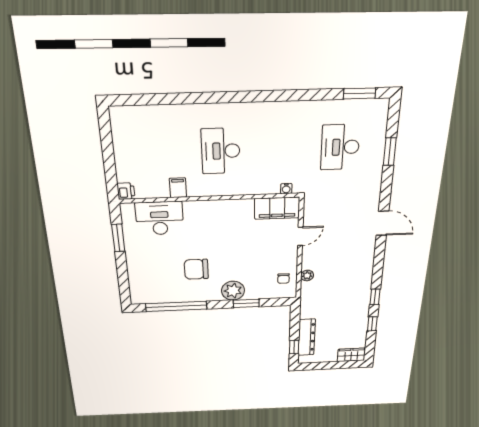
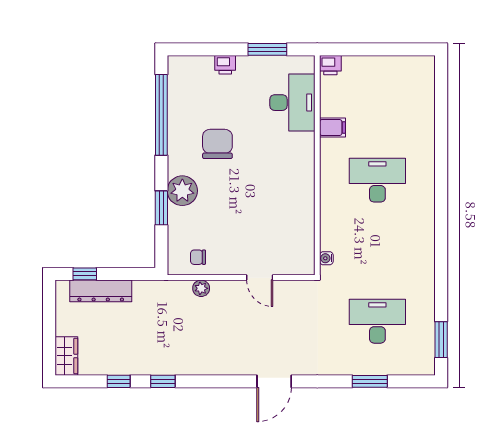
filing cabinet: (277, 208) -> (301, 247), removed
printer: (134, 267) -> (225, 65), added

